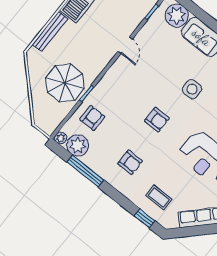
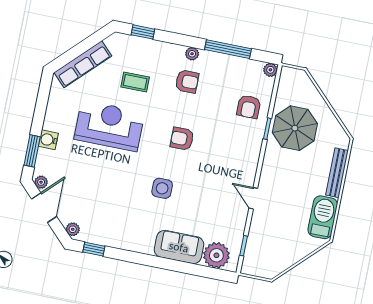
plant: (78, 145) -> (192, 54), moved, width x0.53, depth x0.53
armchair: (130, 162) -> (187, 81), turned 180
coffee table: (159, 197) -> (135, 82), moved

